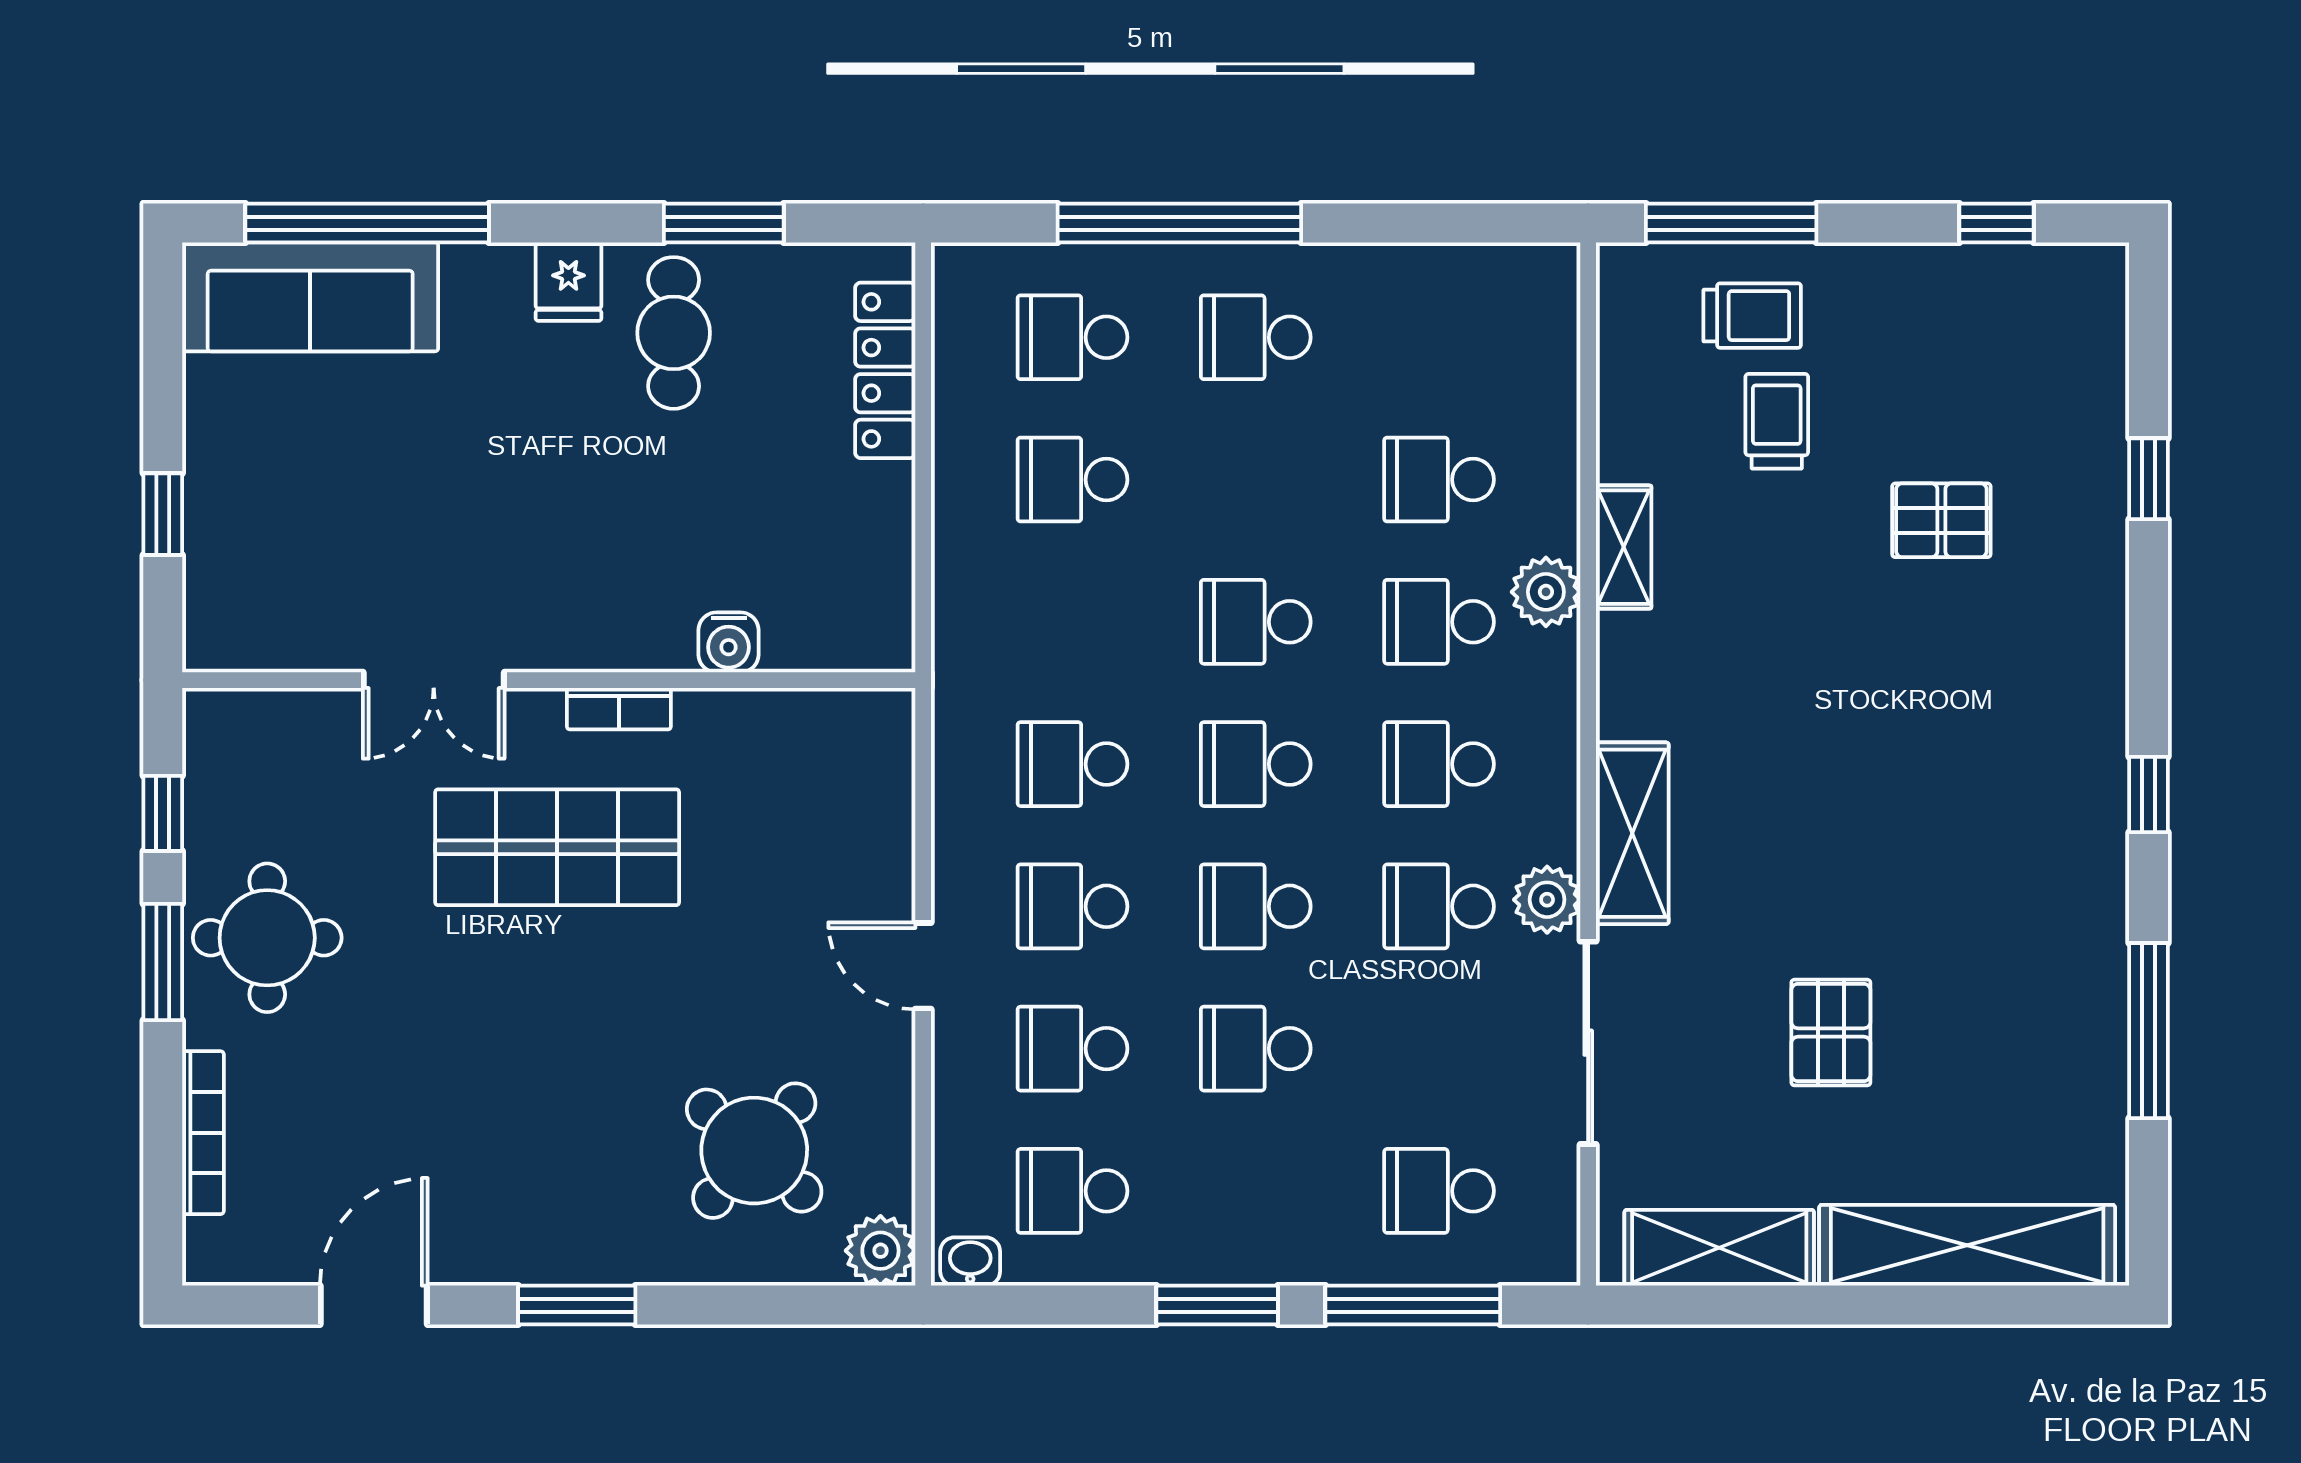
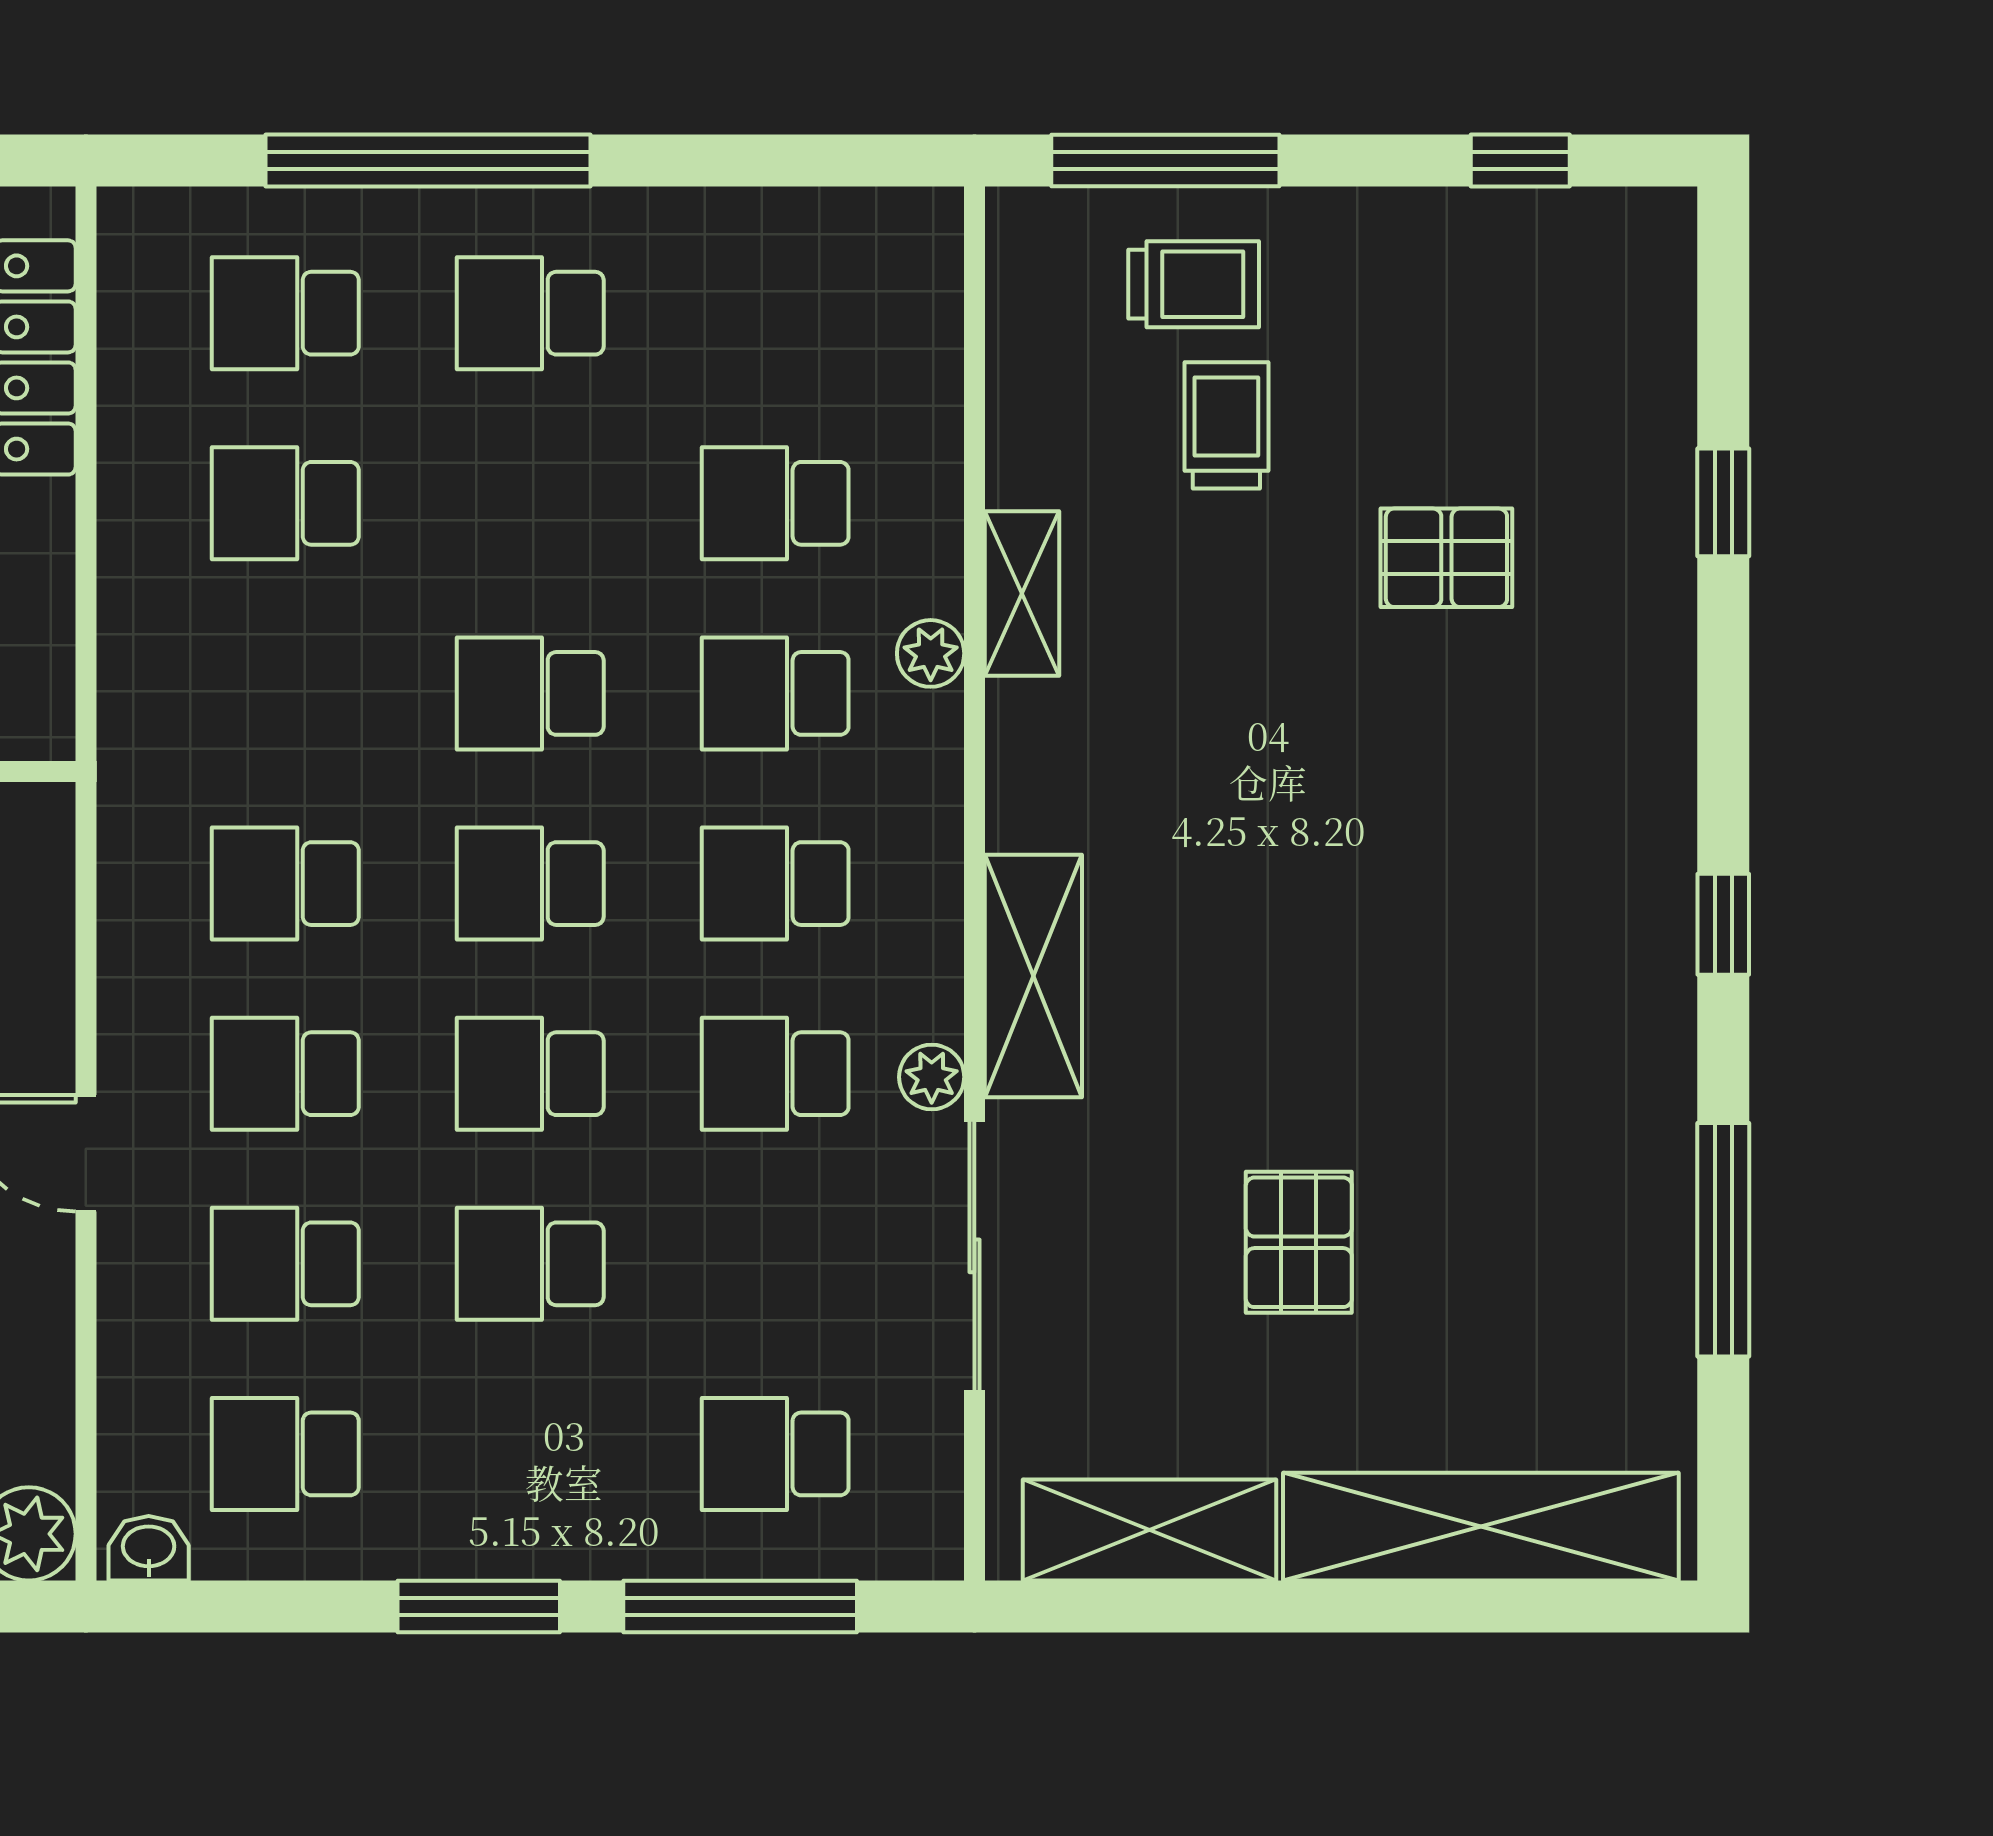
plant: (1546, 592) -> (931, 653), width x0.73, depth x0.73
plant: (1547, 900) -> (932, 1077), width x0.73, depth x0.73

